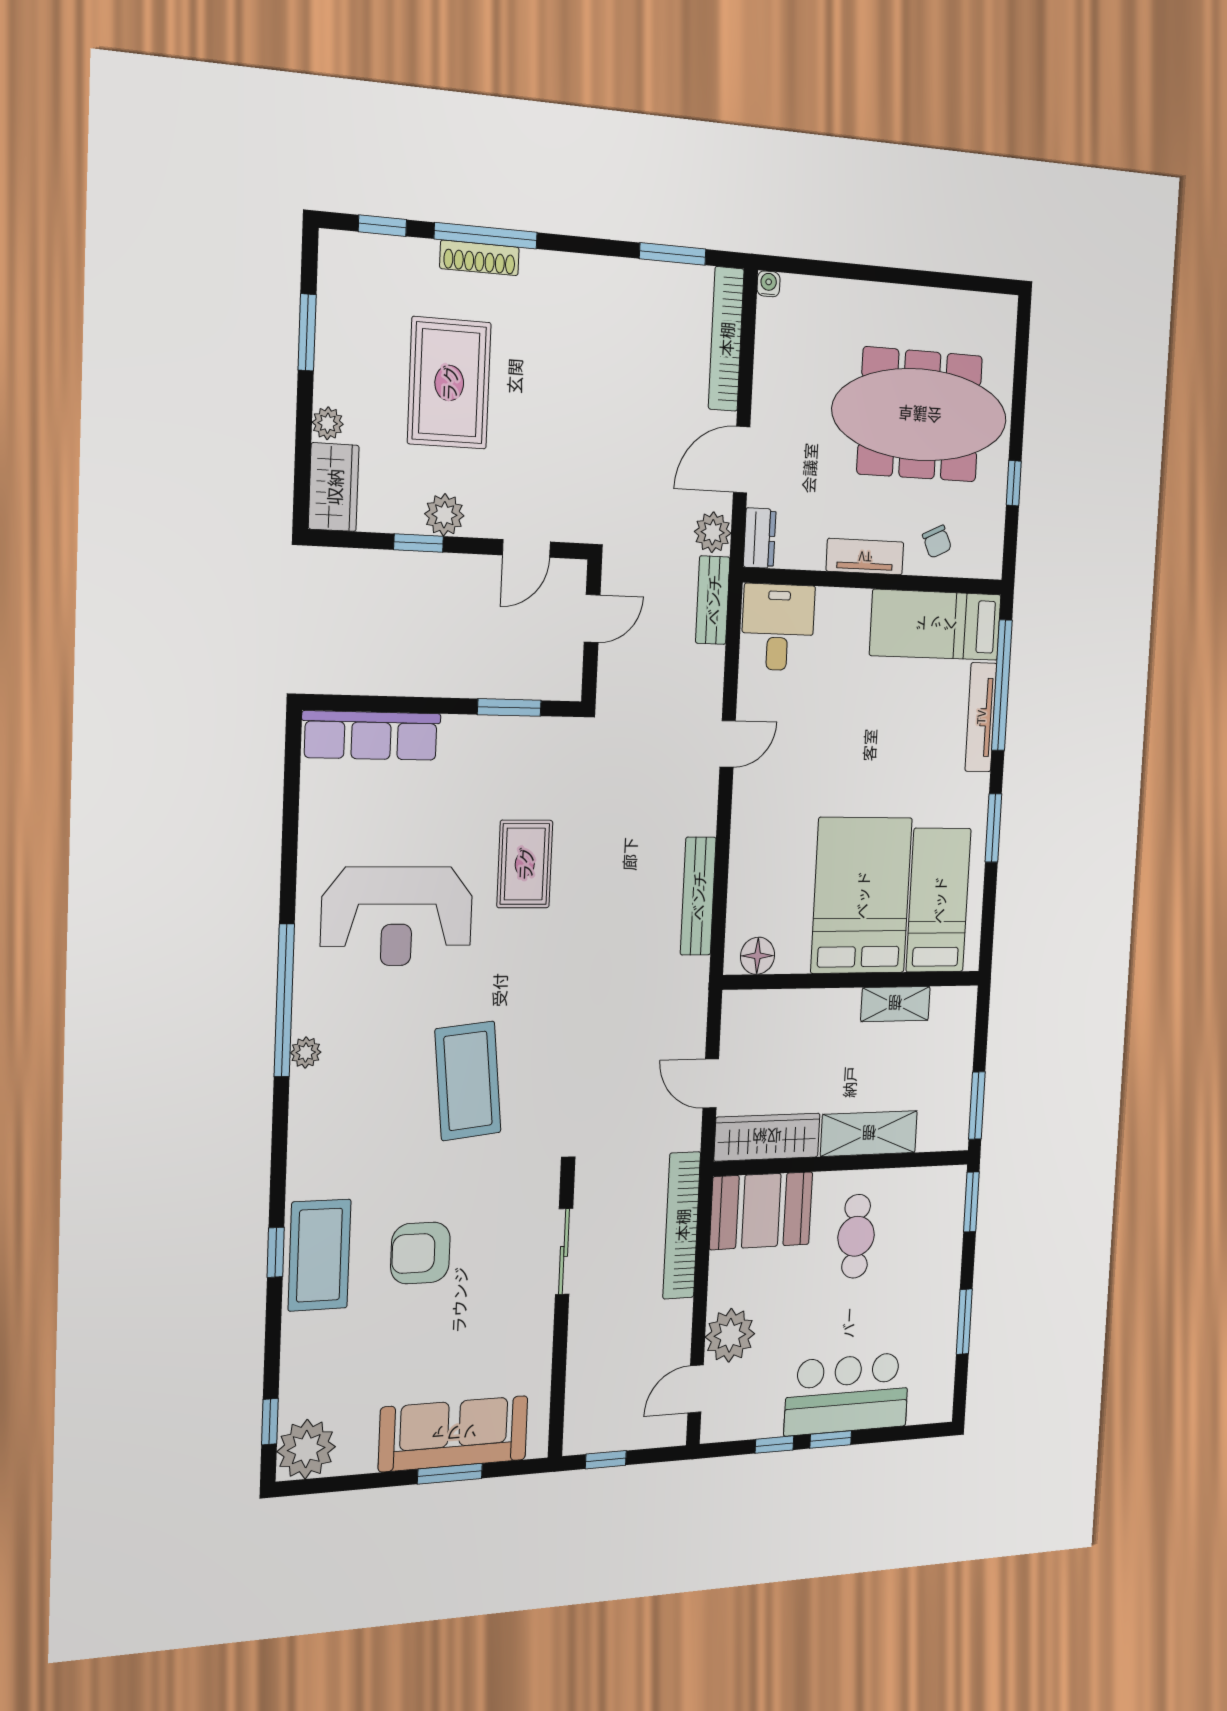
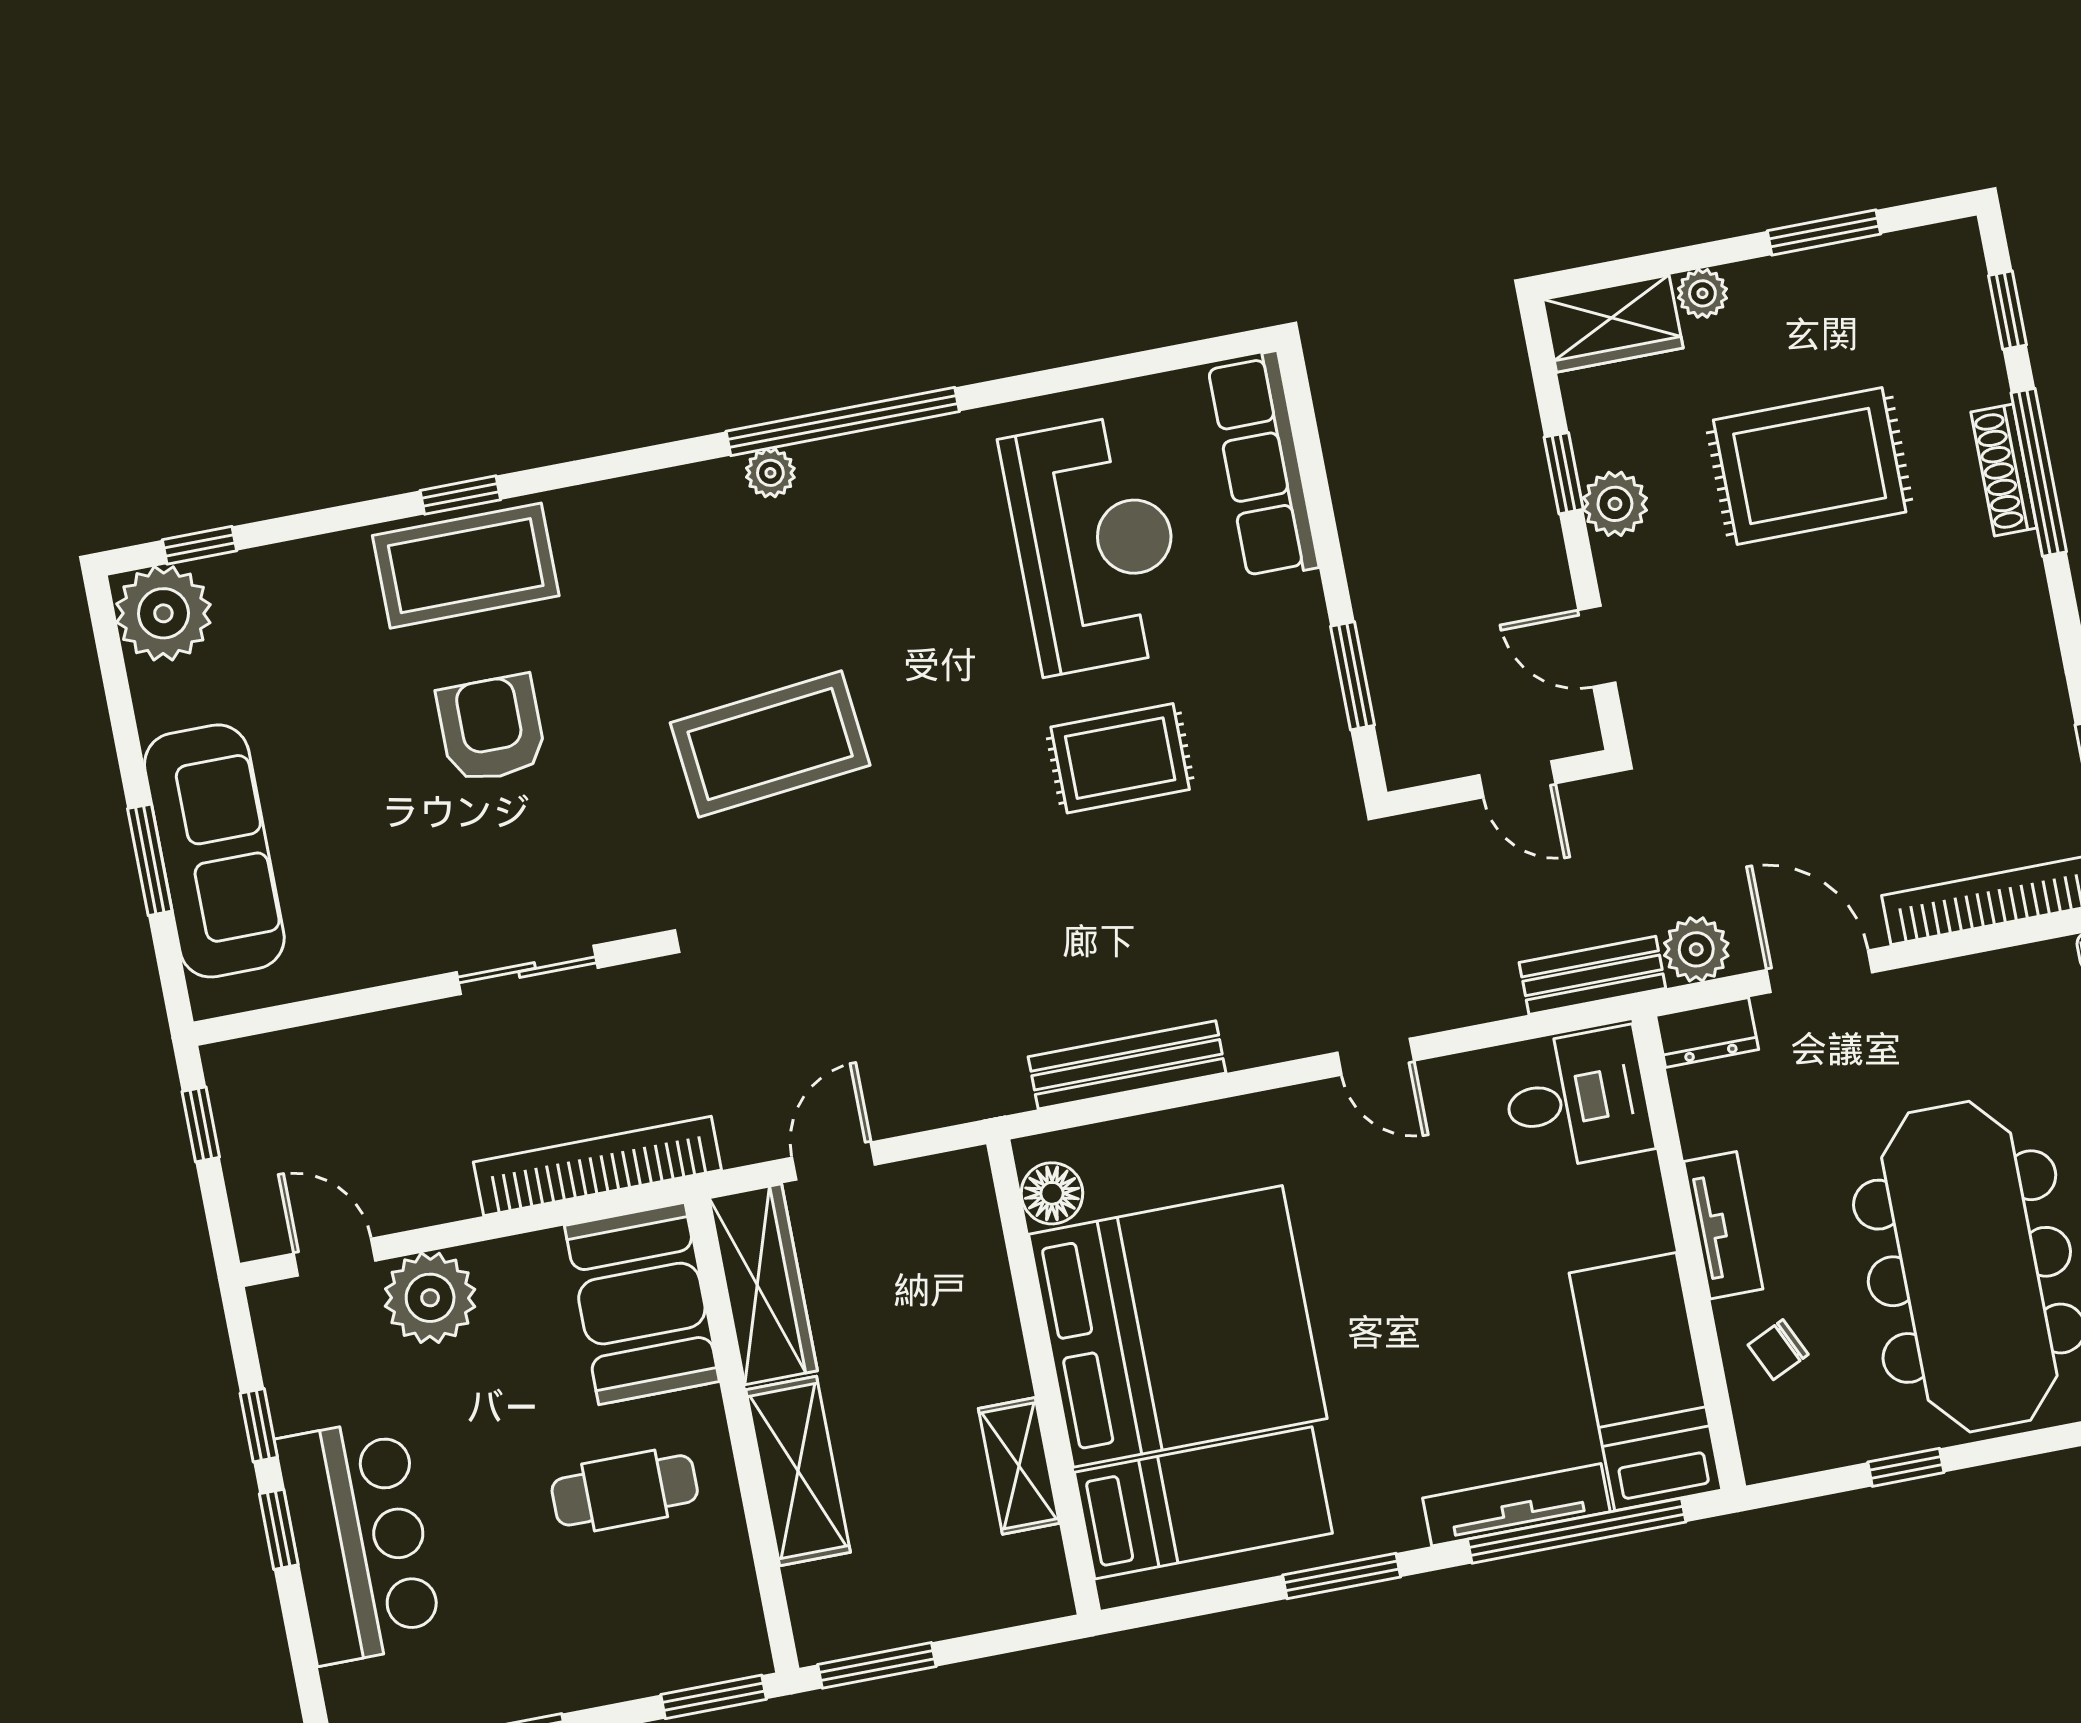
bed: (862, 895) -> (1178, 1326), width x1.36
reception desk: (397, 916) -> (1095, 544), moved, turned 180

